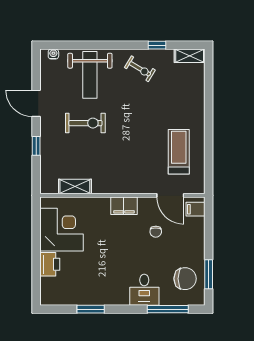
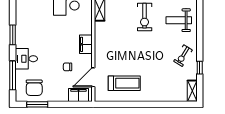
weight bench: (90, 75) -> (179, 20), width x0.73, depth x0.75
filing cabinet: (195, 209) -> (78, 95), width x2.00
window: (91, 309) -> (13, 35), moved

